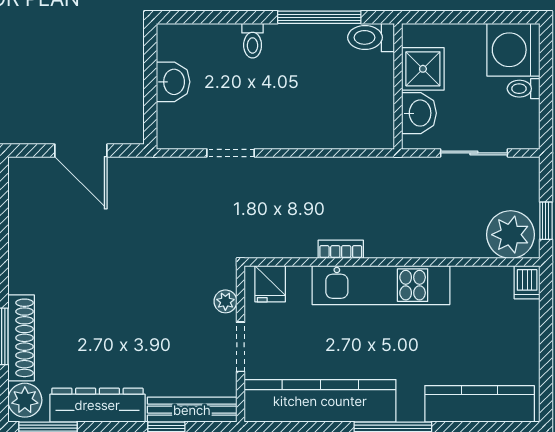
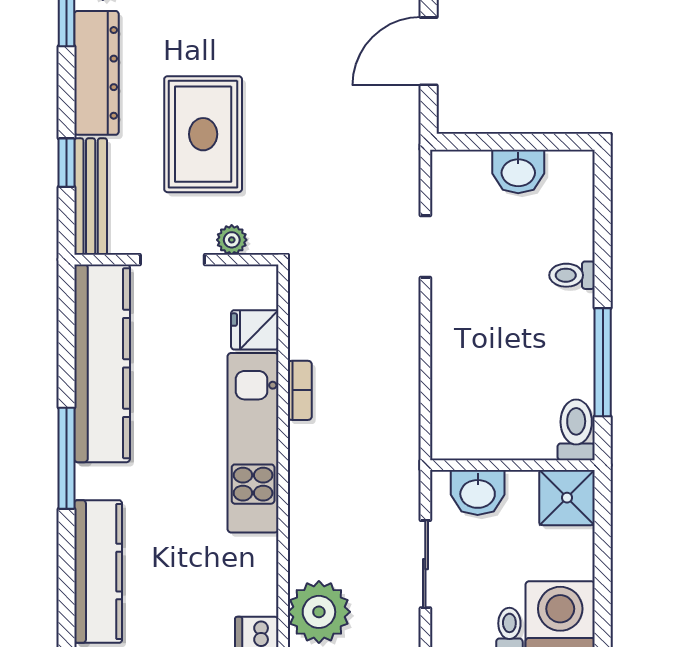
shower: (423, 69) -> (567, 498), moved
fridge: (270, 284) -> (255, 330), moved
rug: (144, 323) -> (203, 134), added

